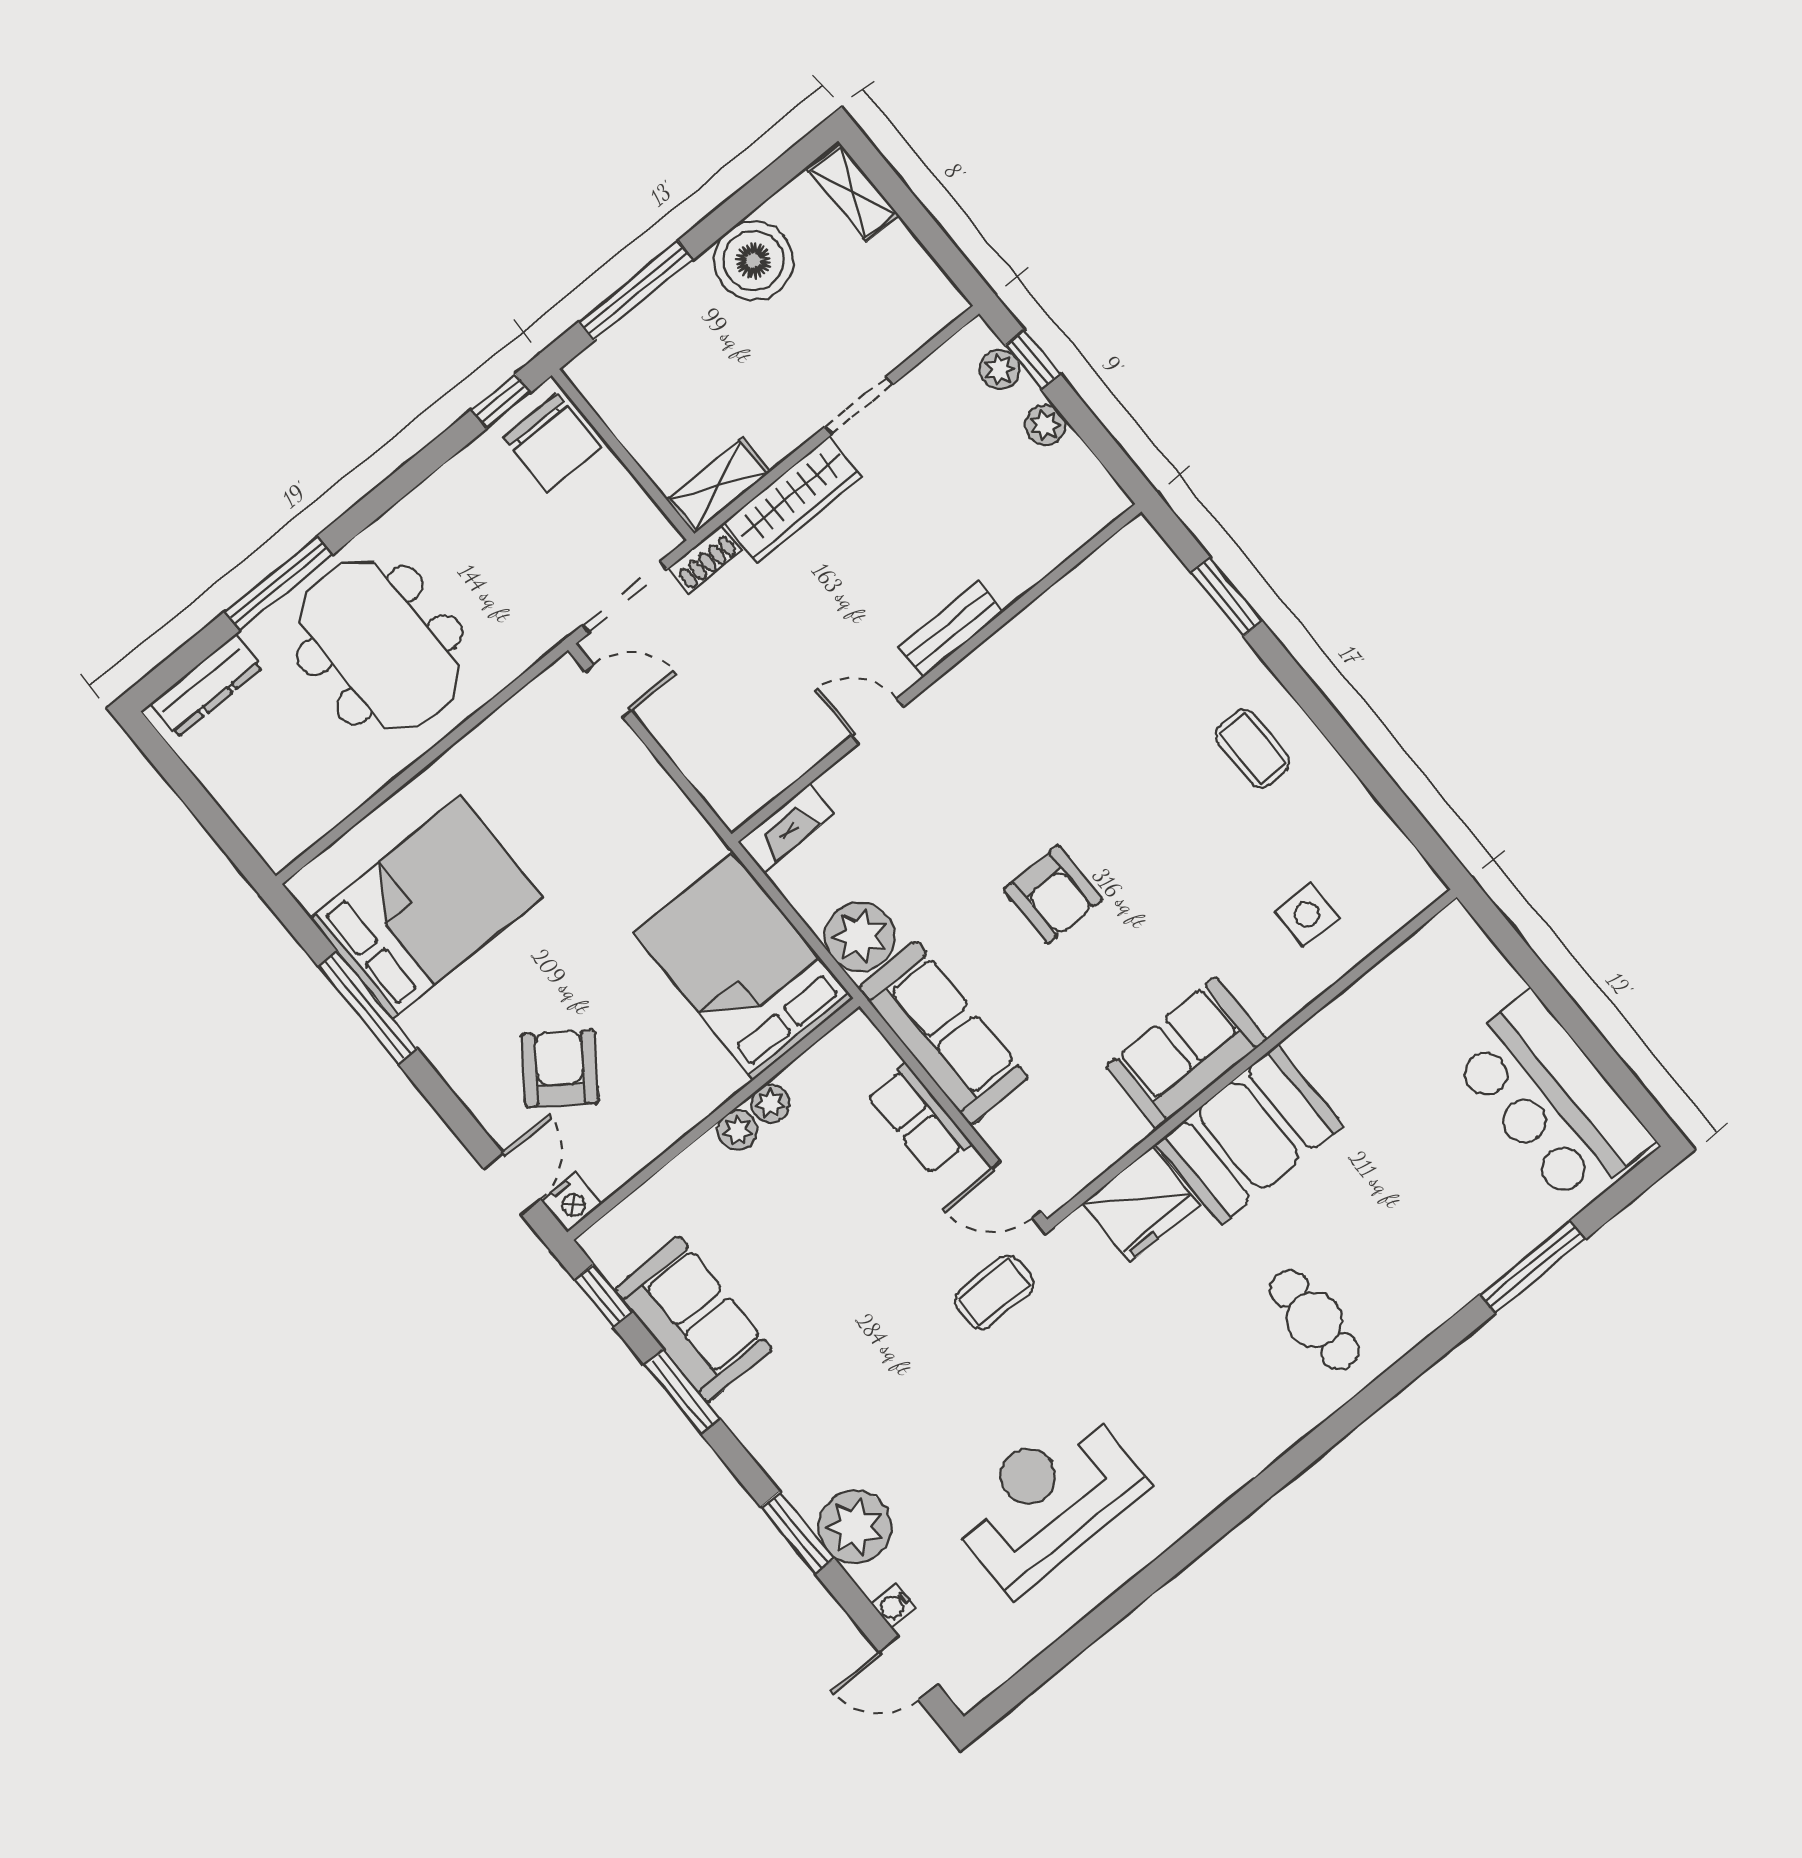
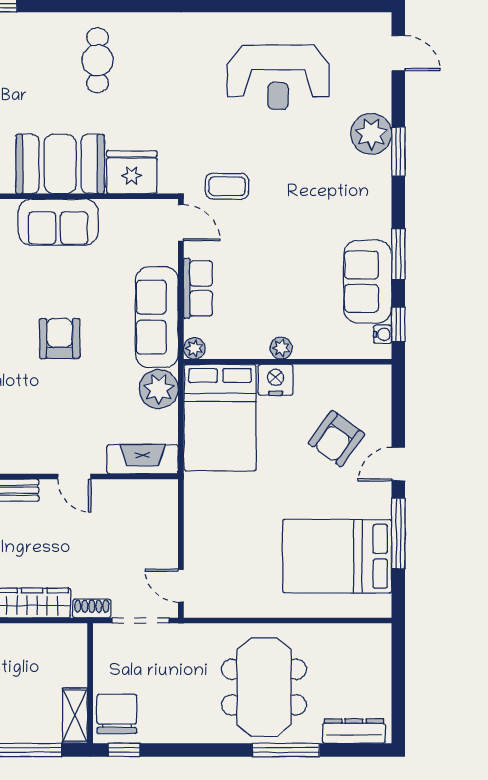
shelving: (718, 486) -> (75, 716), moved, turned 90
fireplace: (786, 828) -> (143, 459), width x1.37, depth x1.32
plant: (770, 1103) -> (194, 348), moved
door: (512, 1184) -> (398, 464), moved
nightstand: (572, 1202) -> (275, 380), moved, width x1.36, depth x1.33
water cooler: (894, 1606) -> (383, 334), moved

